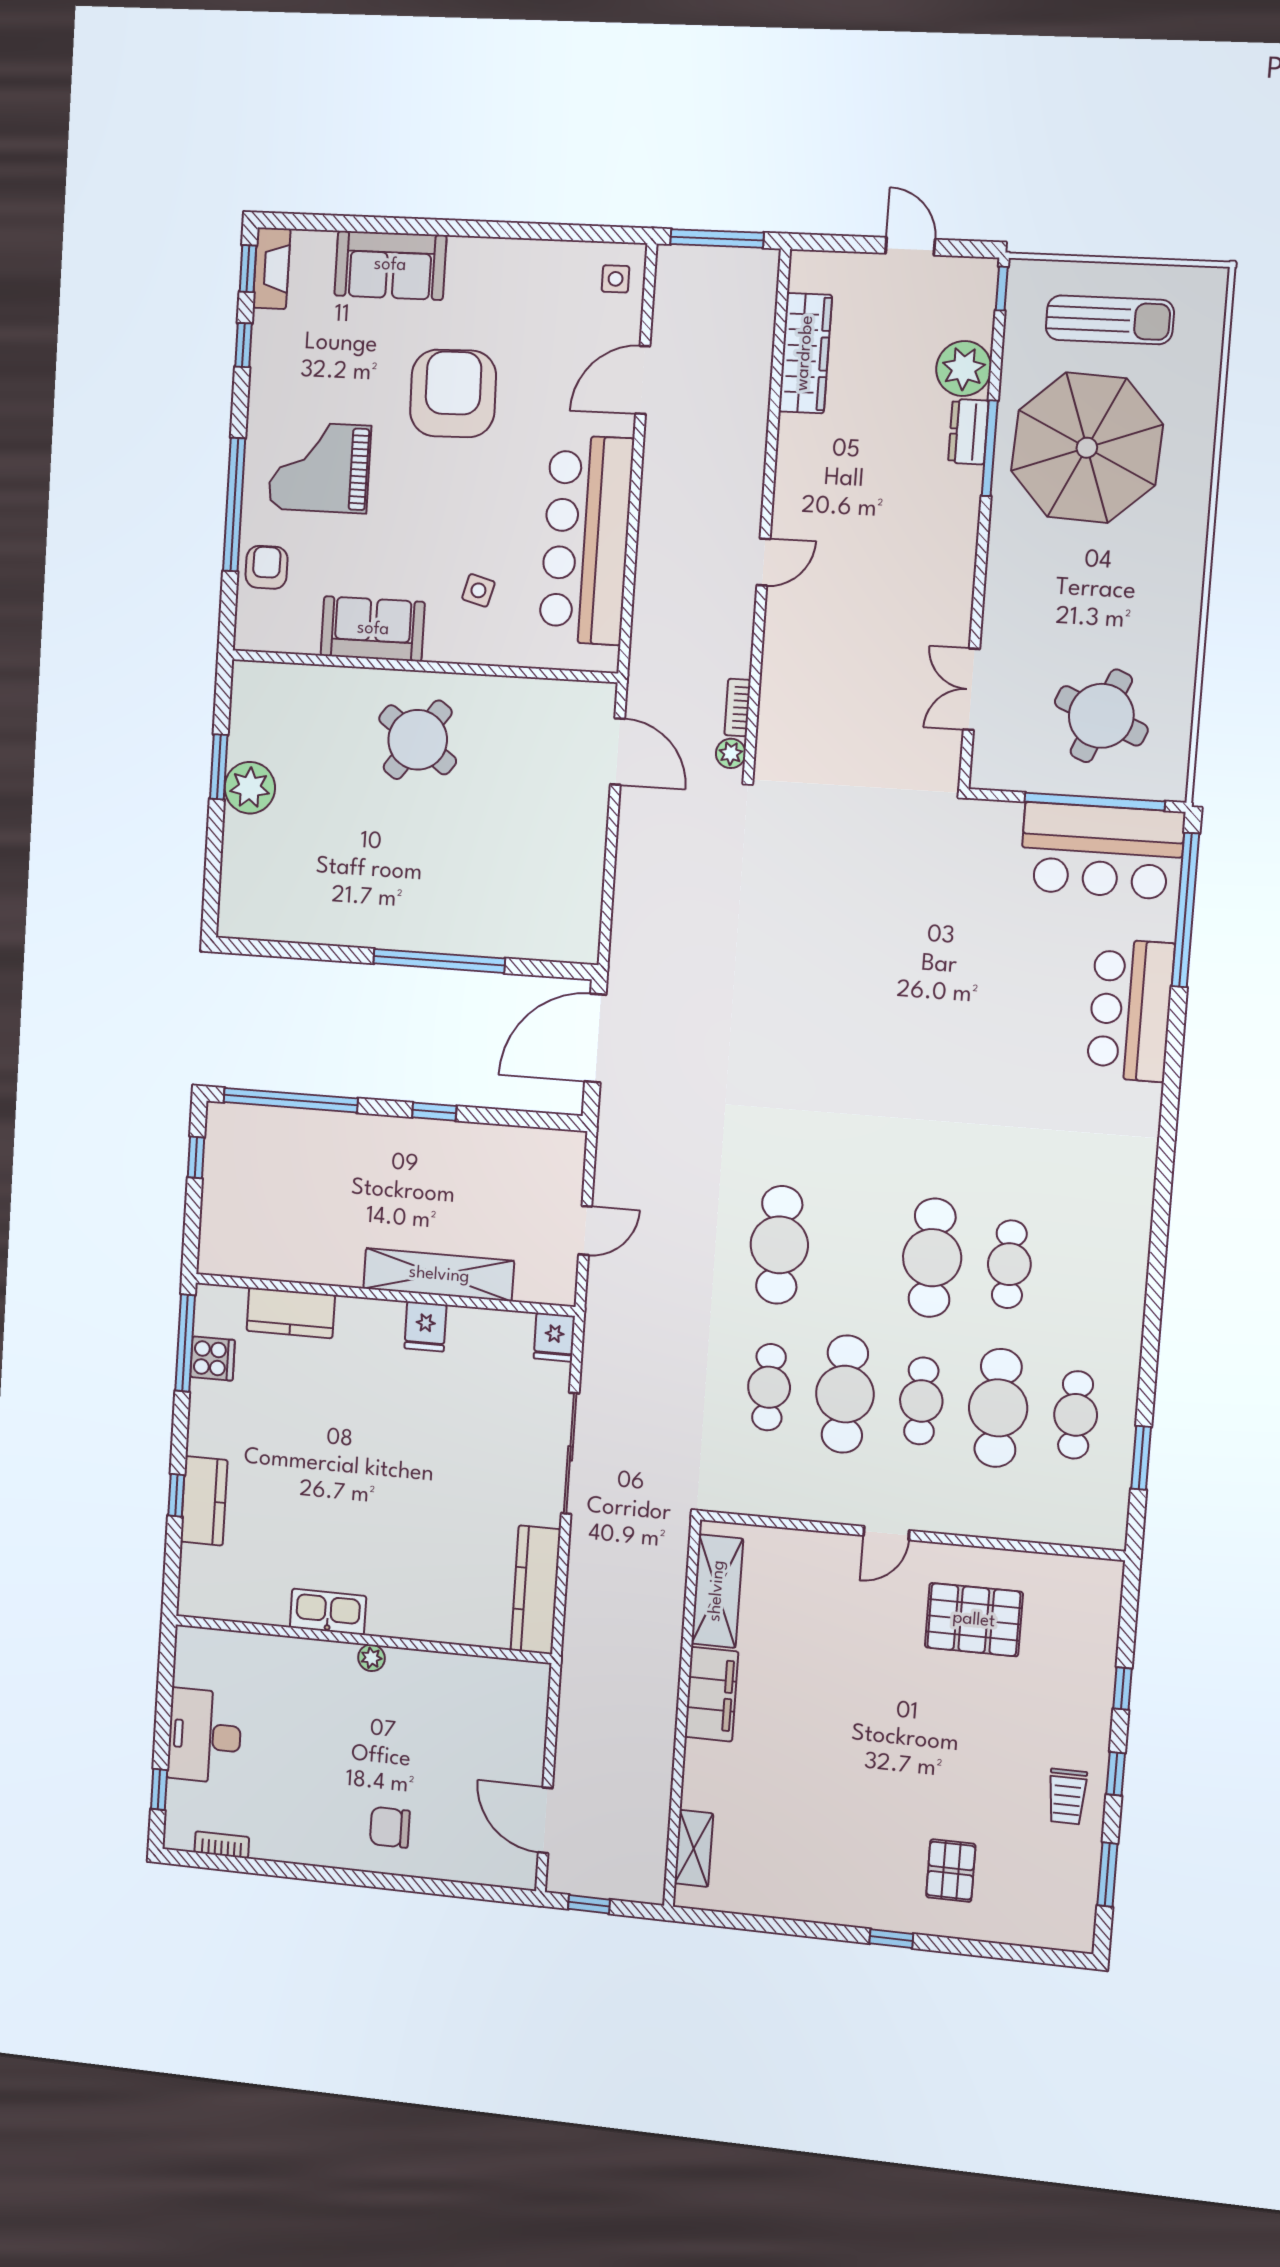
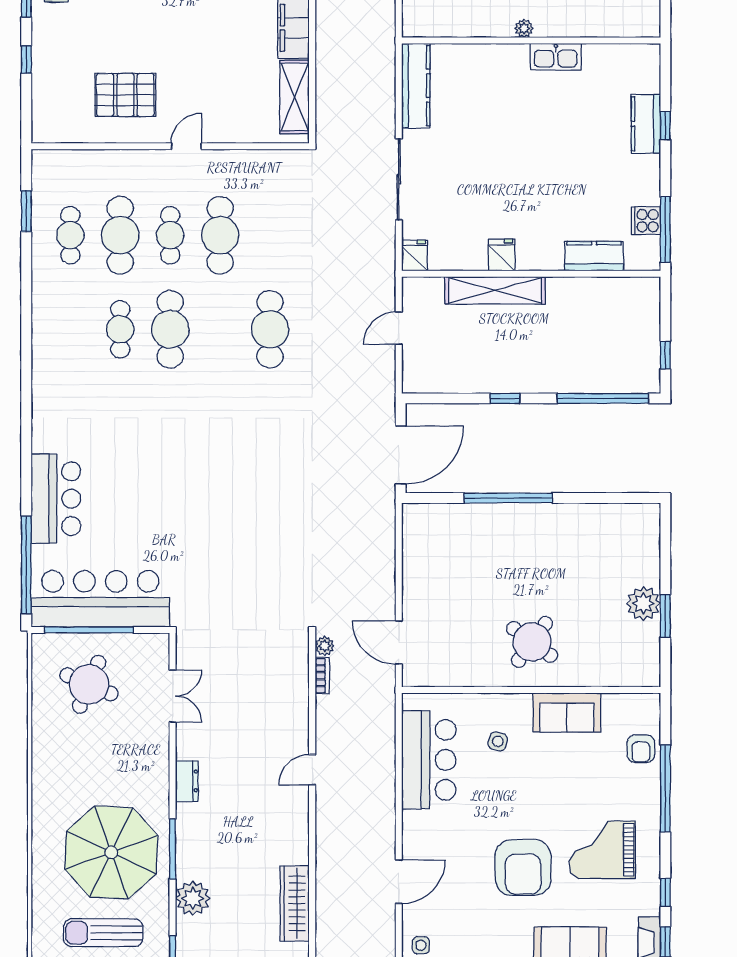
dresser: (968, 432) -> (187, 781), moved
grand piano: (320, 467) -> (602, 850), moved, turned 180
bar counter: (586, 540) -> (429, 760), width x0.73
bar counter: (1102, 851) -> (100, 599), width x1.36
cafe table: (769, 1387) -> (270, 235), removed

